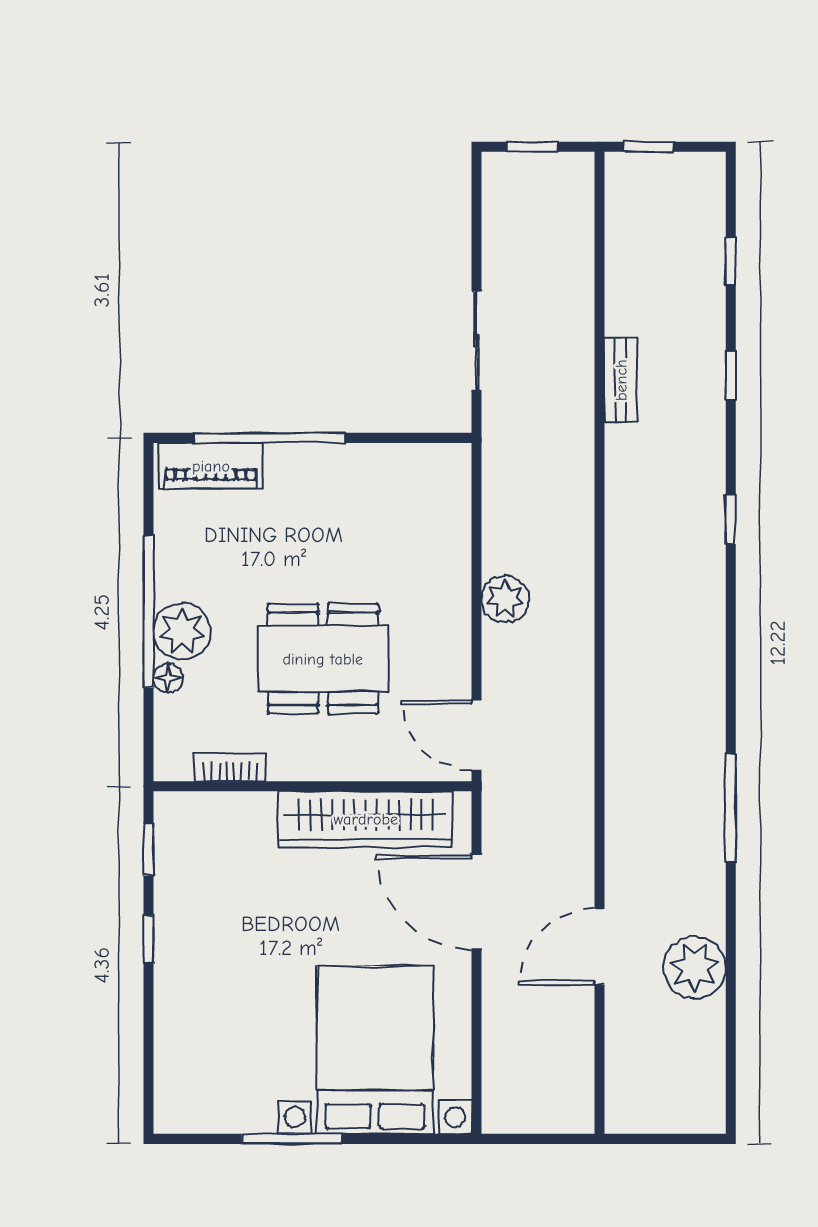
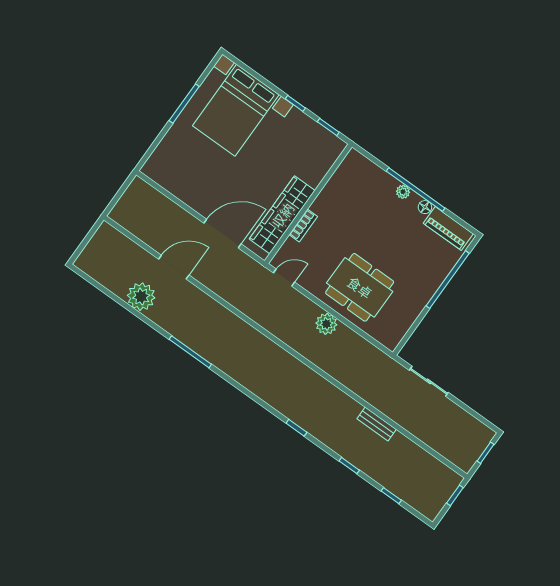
piano: (211, 466) -> (448, 229), moved, turned -90
plant: (182, 631) -> (403, 192), width x0.53, depth x0.53
dining table: (323, 659) -> (360, 287), moved, turned 90
floor lamp: (168, 678) -> (425, 207), moved
door: (477, 735) -> (284, 278), width x0.73
bookcase: (230, 767) -> (303, 226), moved
door: (600, 947) -> (174, 267), hinge flipped
bed with nightstands: (375, 1050) -> (236, 110), moved, turned 90

